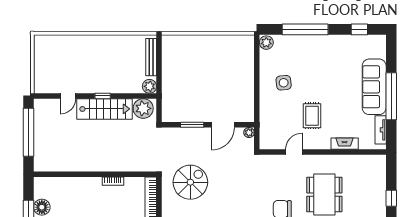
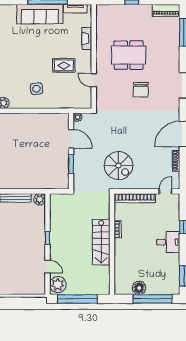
plant: (143, 108) -> (58, 285), moved
stairs: (105, 109) -> (101, 242), moved, turned 180
spiral stairs: (190, 182) -> (119, 166), turned 180

